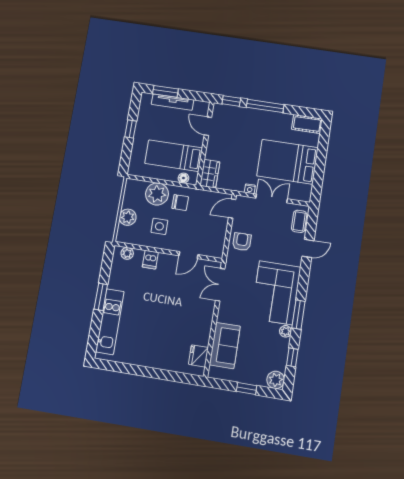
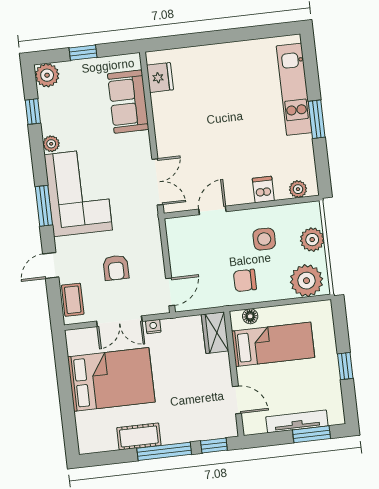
cot: (307, 124) -> (139, 436), moved
plant: (157, 194) -> (307, 281), moved
armchair: (242, 242) -> (116, 268), moved
window: (298, 315) -> (44, 206), moved

